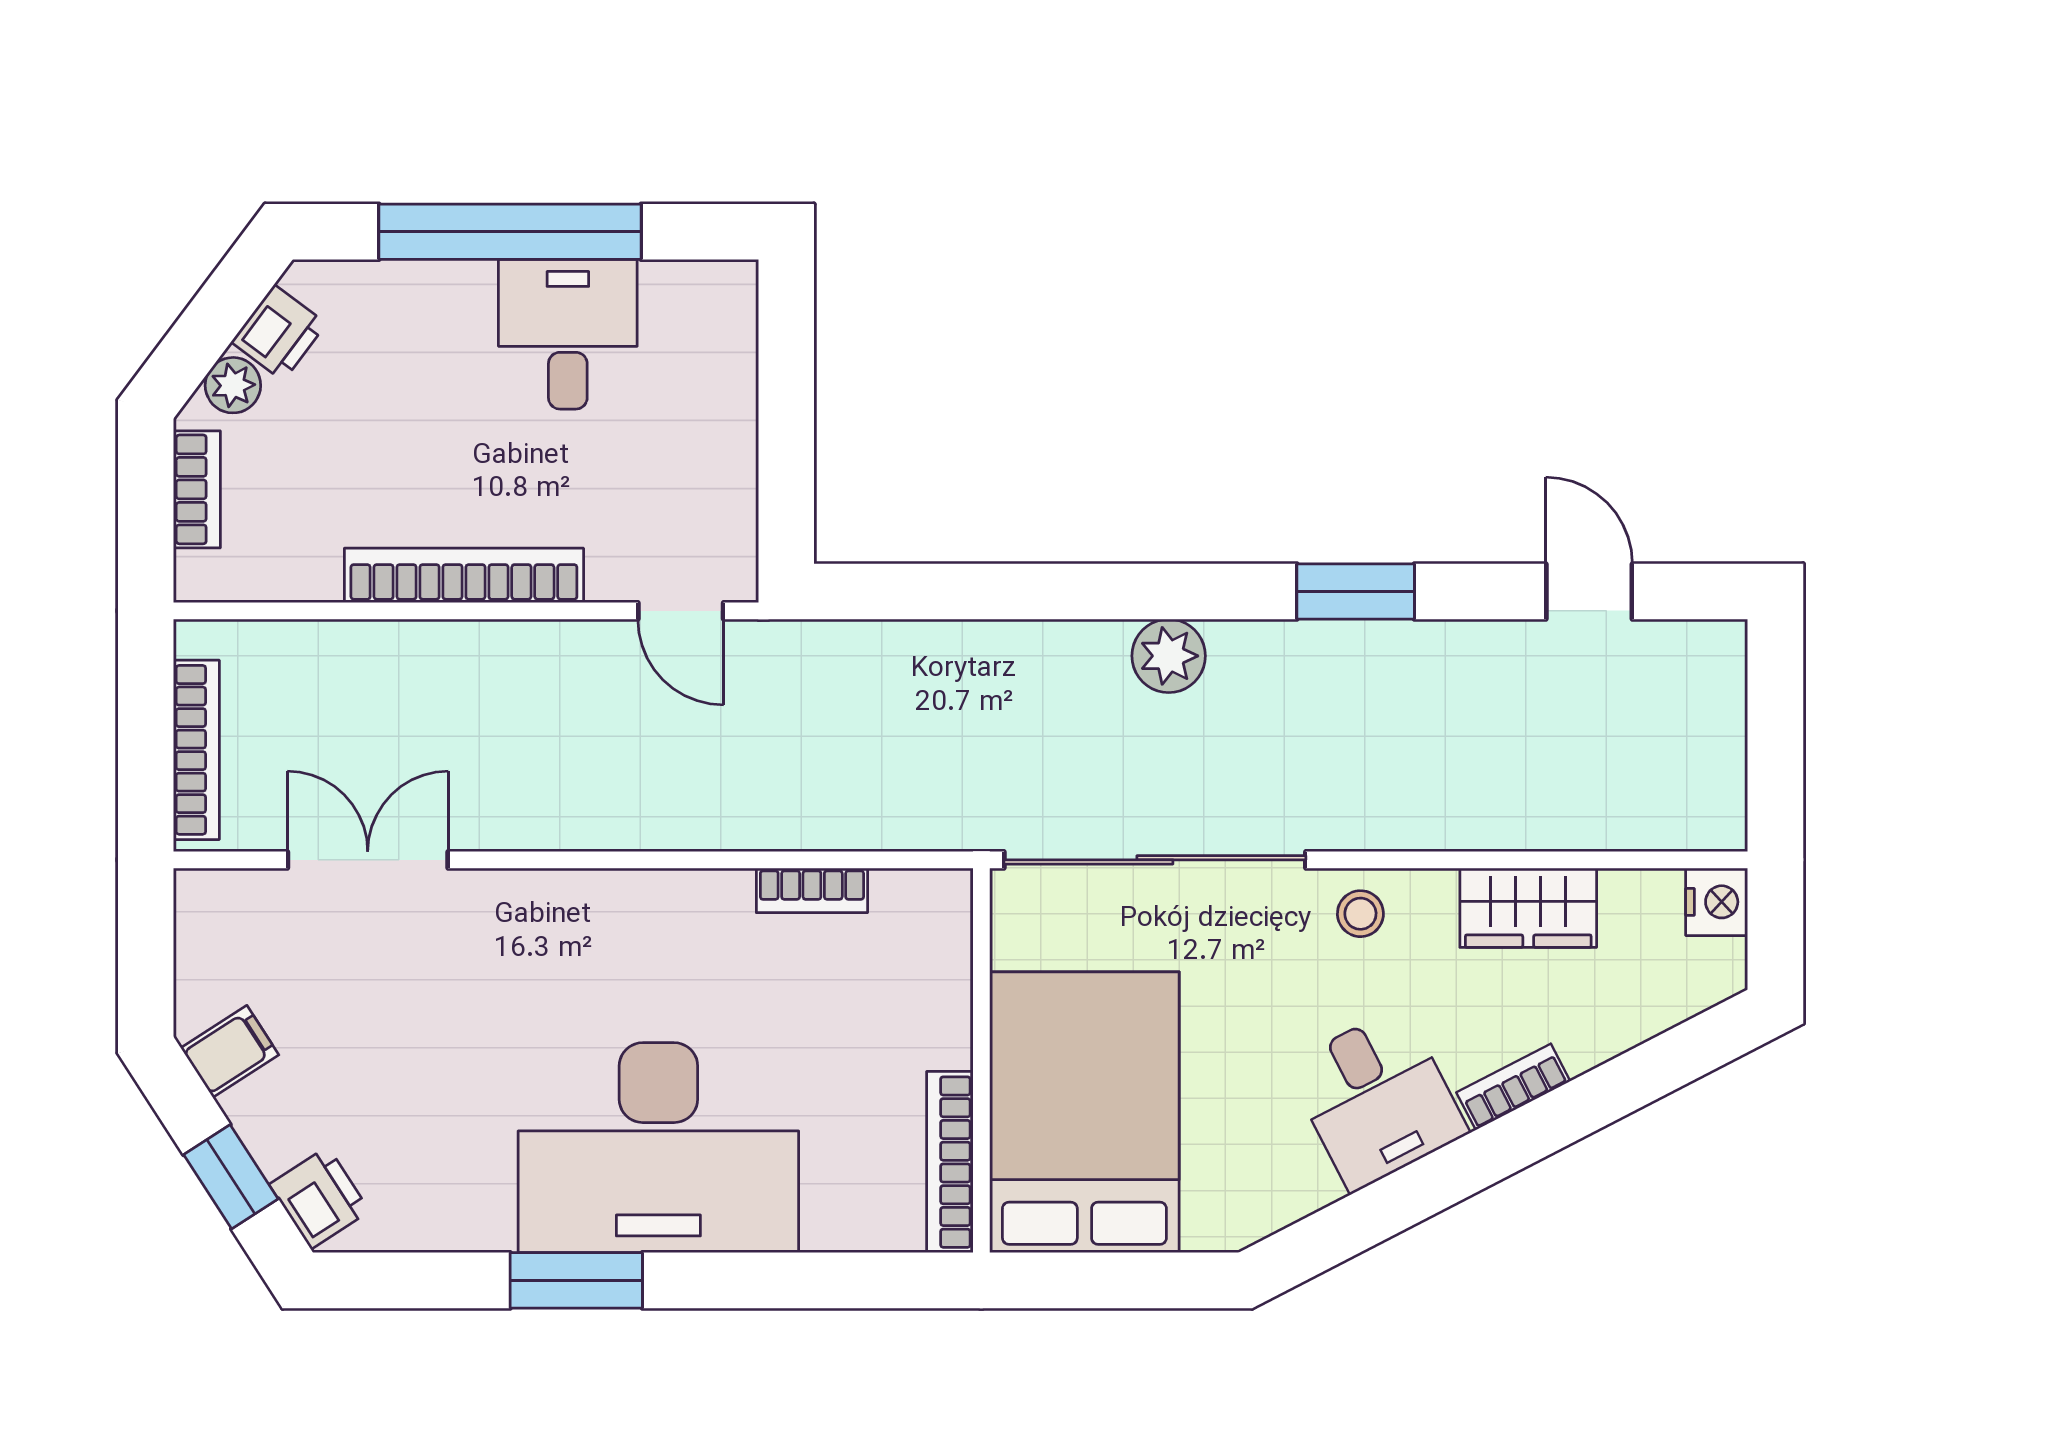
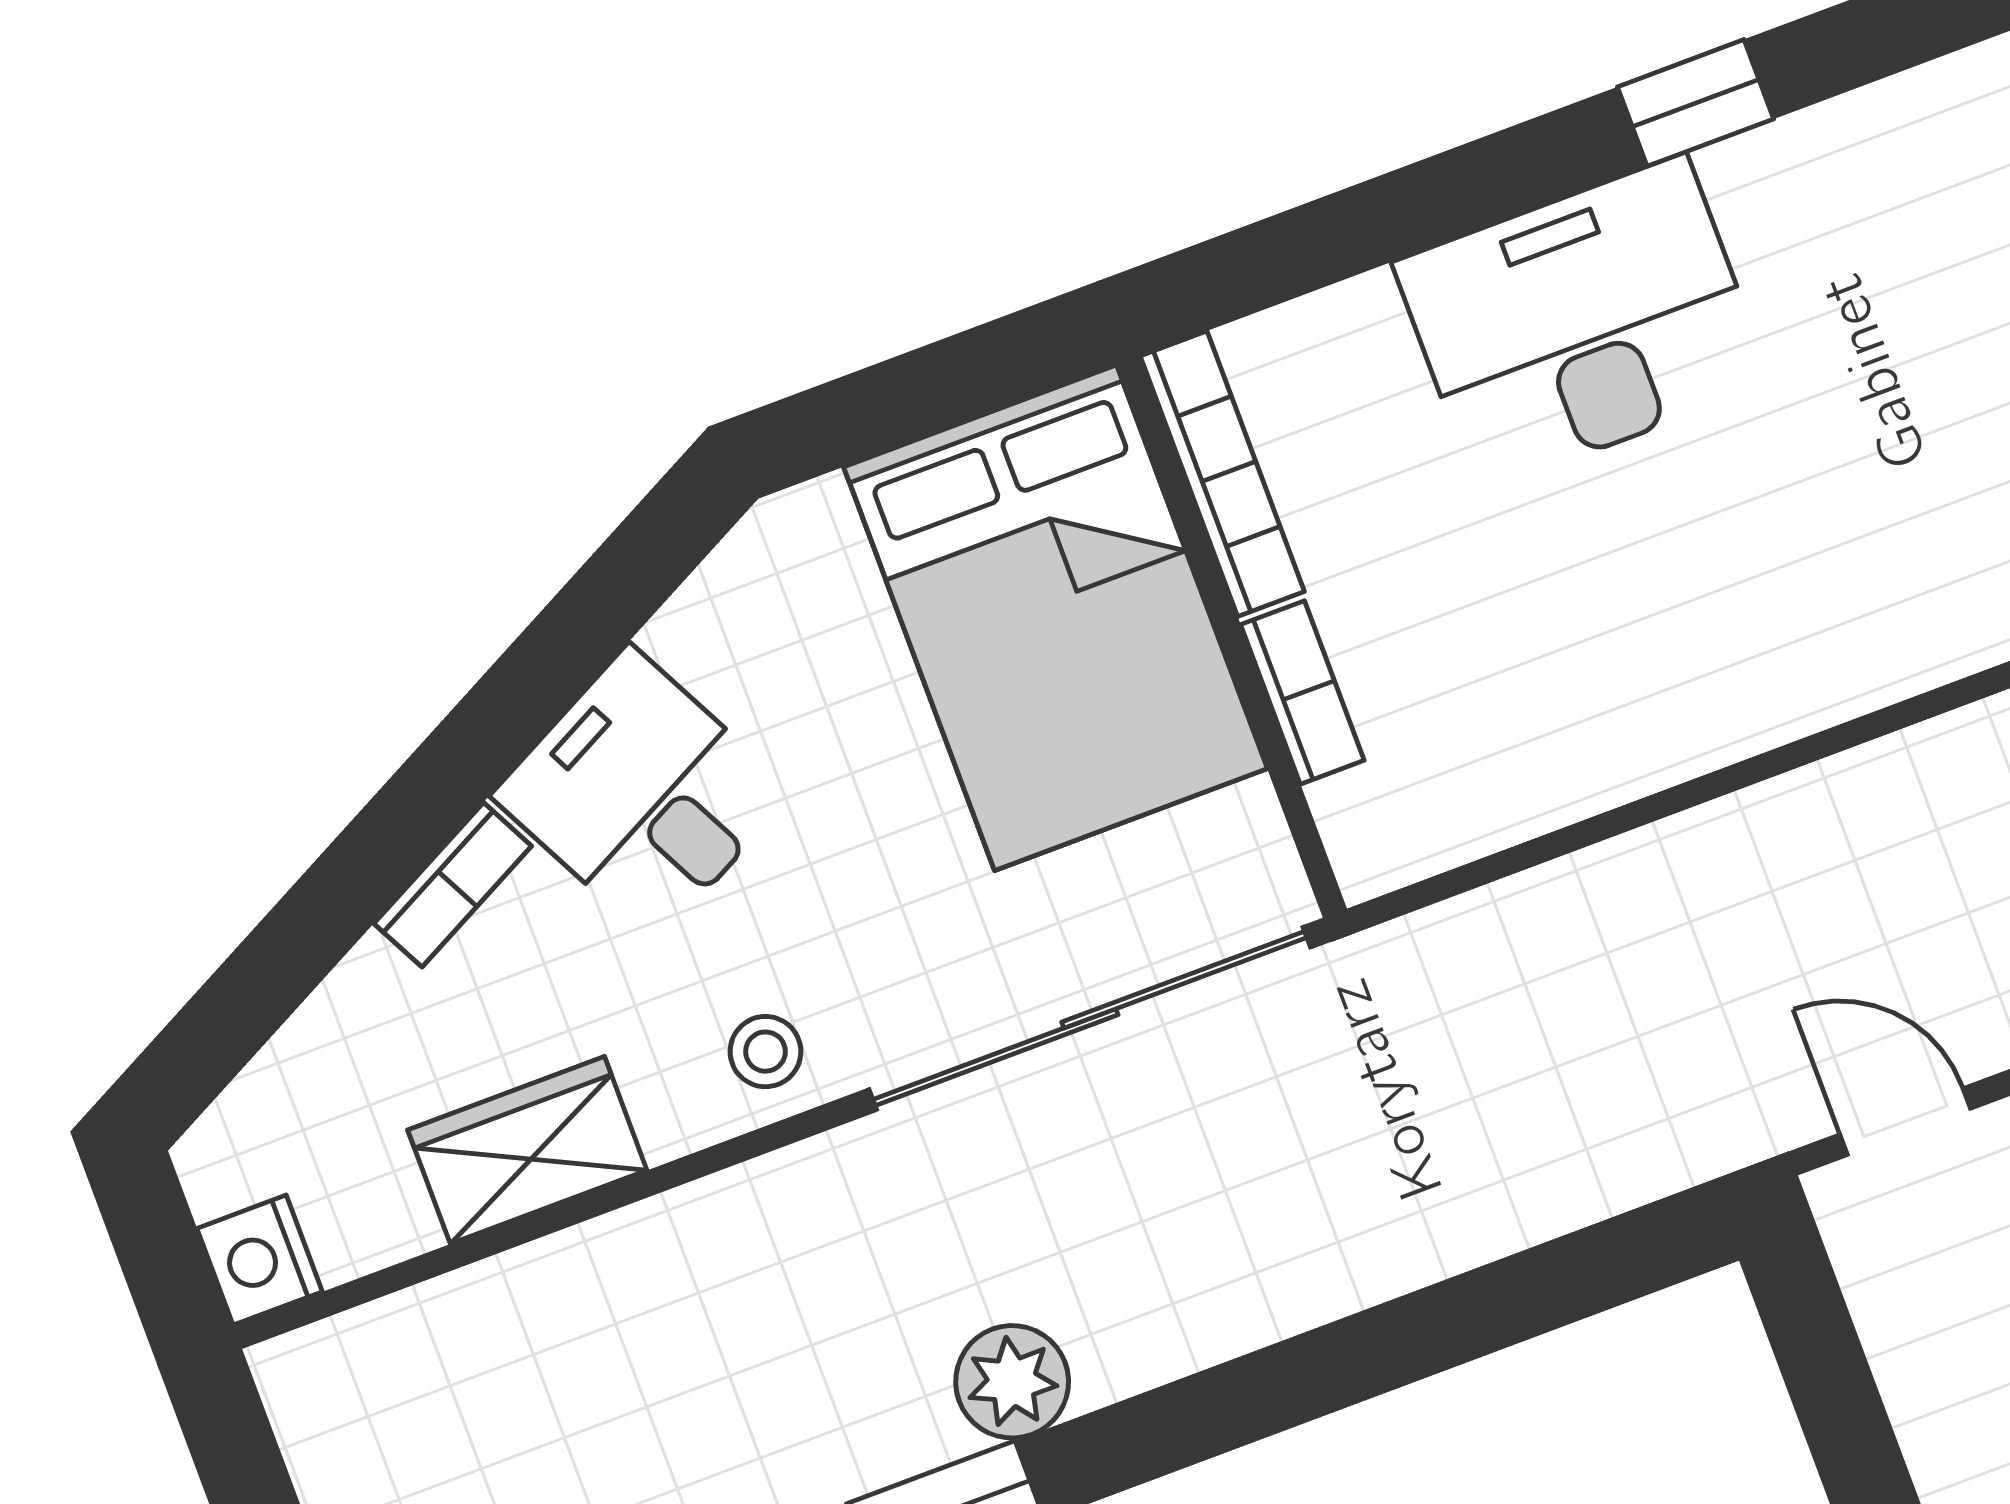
plant: (1169, 656) -> (1012, 1382), moved
bookcase: (812, 890) -> (1302, 692), moved, turned 90
desk: (658, 1148) -> (1582, 323), width x0.73, depth x0.77
window: (576, 1280) -> (1695, 103), width x0.67

